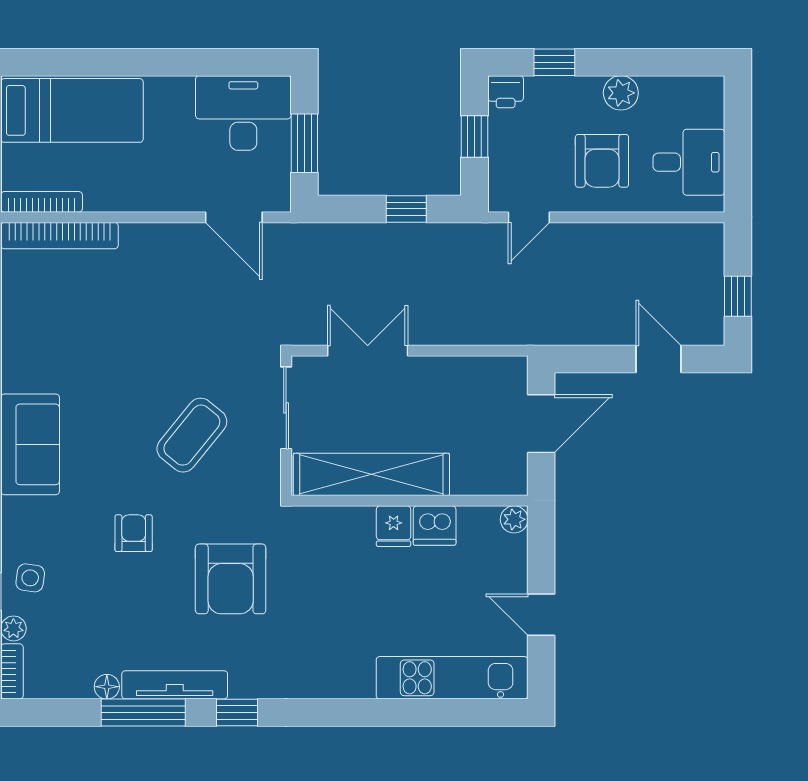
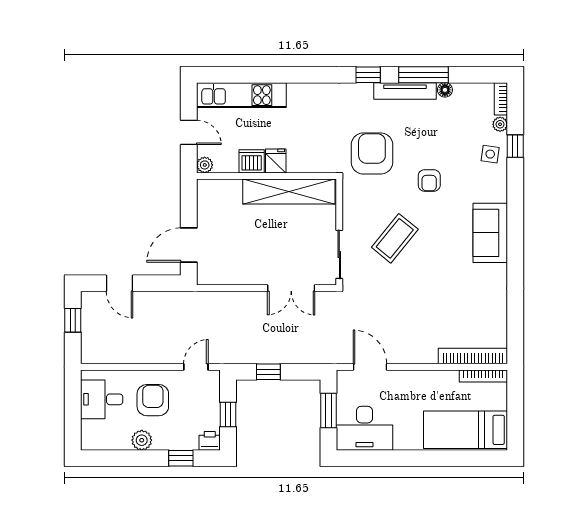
shelving: (371, 474) -> (289, 191), moved
wall: (409, 501) -> (266, 176), moved
plant: (514, 519) -> (205, 165), moved
fridge: (394, 526) -> (276, 161), moved
dishwasher: (435, 526) -> (252, 161), moved

